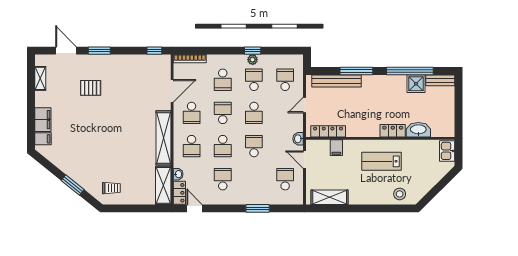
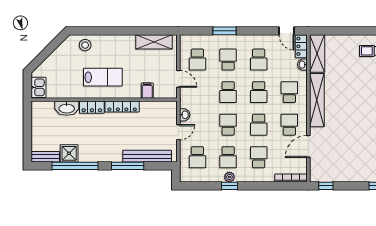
locker: (328, 131) -> (122, 107), moved
washbasin: (298, 139) -> (185, 115), moved
school desk: (223, 146) -> (259, 92), turned 180
school desk: (254, 179) -> (228, 60), added

